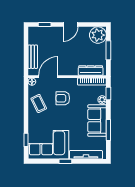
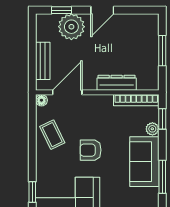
plant: (98, 35) -> (71, 27), moved
dresser: (91, 71) -> (117, 83), moved
armchair: (63, 98) -> (91, 150), moved

